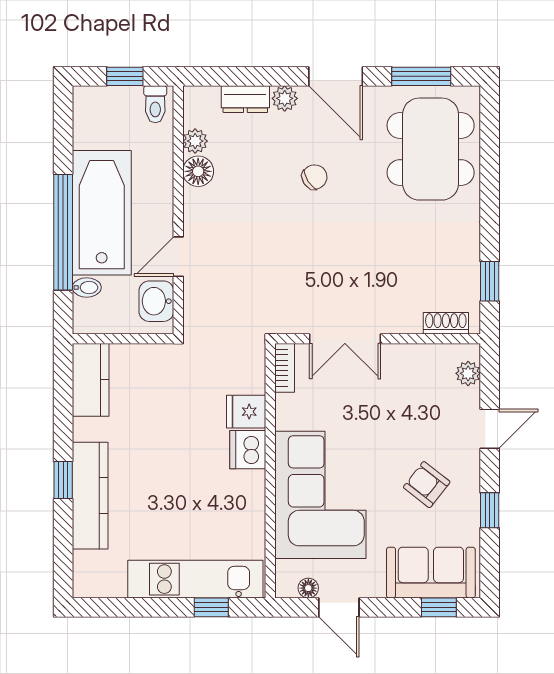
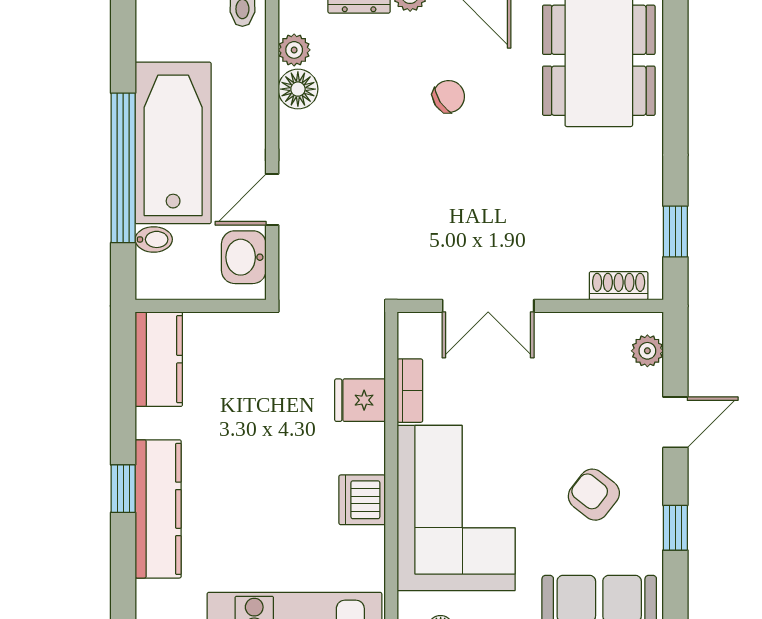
bookcase: (285, 368) -> (410, 391), moved
dishwasher: (248, 450) -> (362, 500), moved

